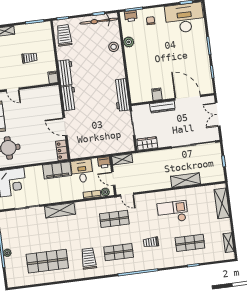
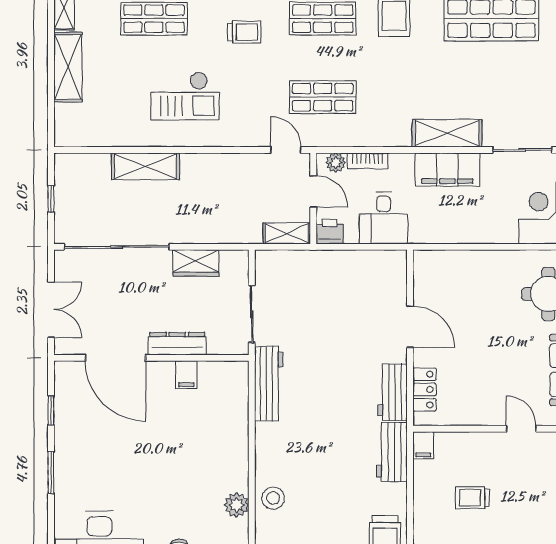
wardrobe: (147, 143) -> (196, 263), moved
locker: (62, 150) -> (425, 389), moved
filing cabinet: (57, 170) -> (447, 170), moved, turned 180
shelving: (222, 203) -> (68, 67), moved

